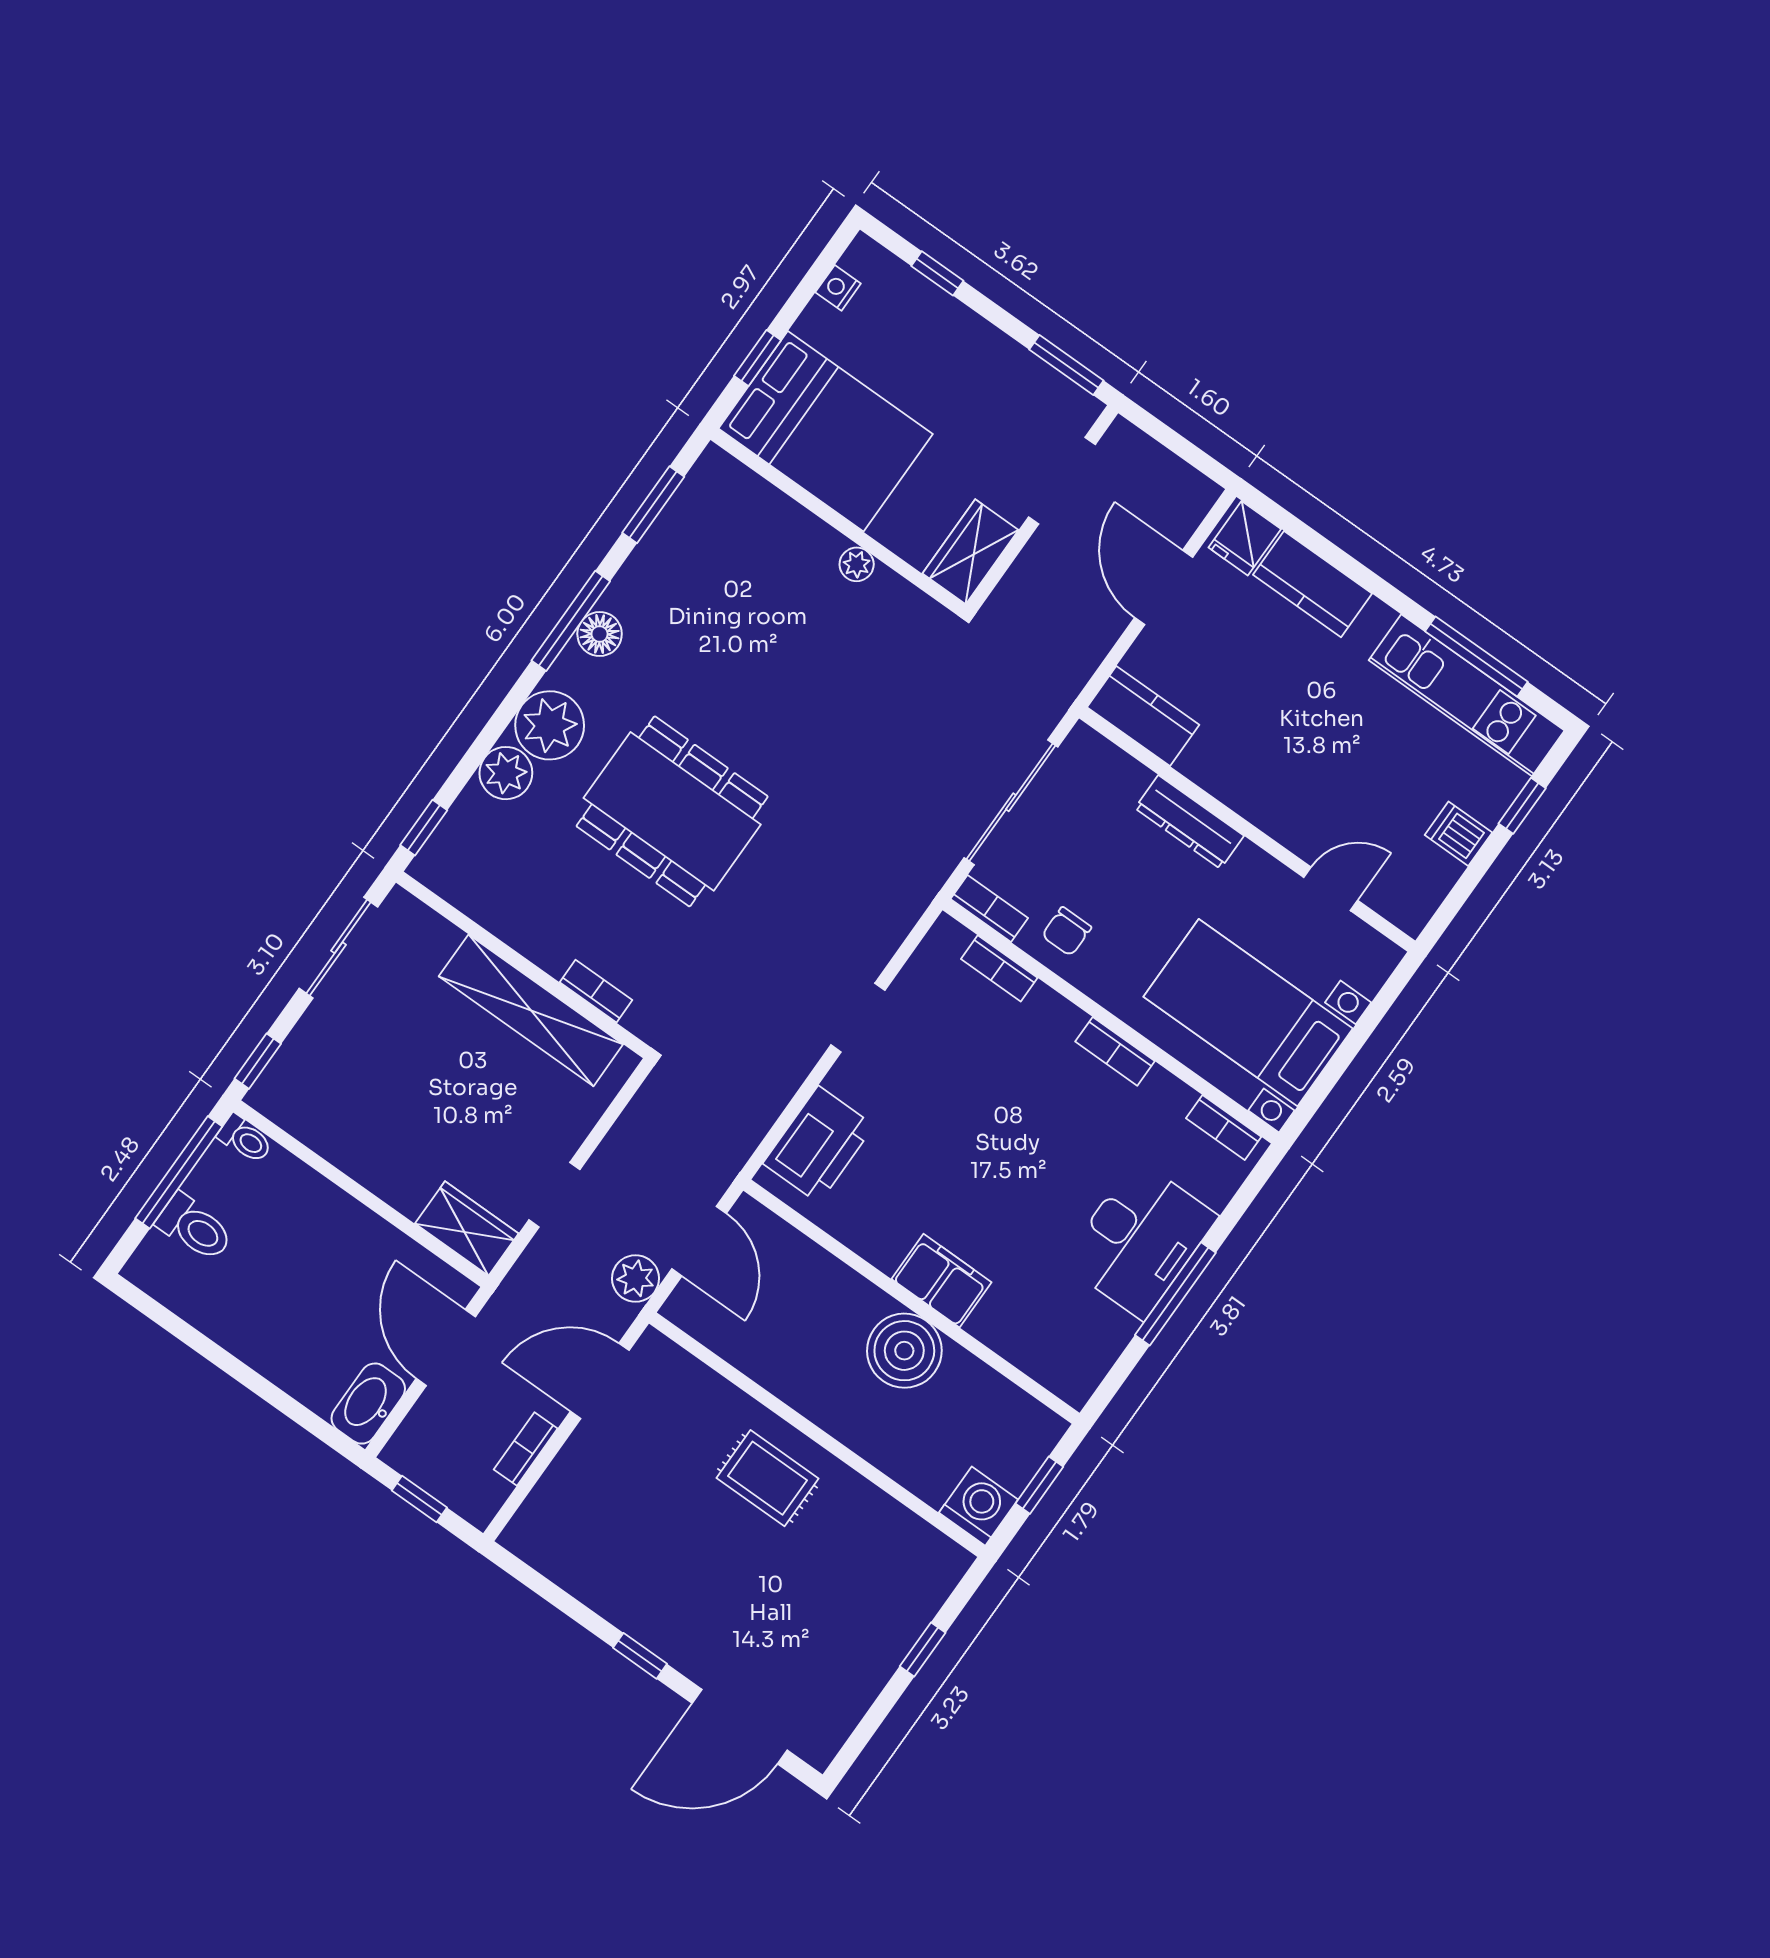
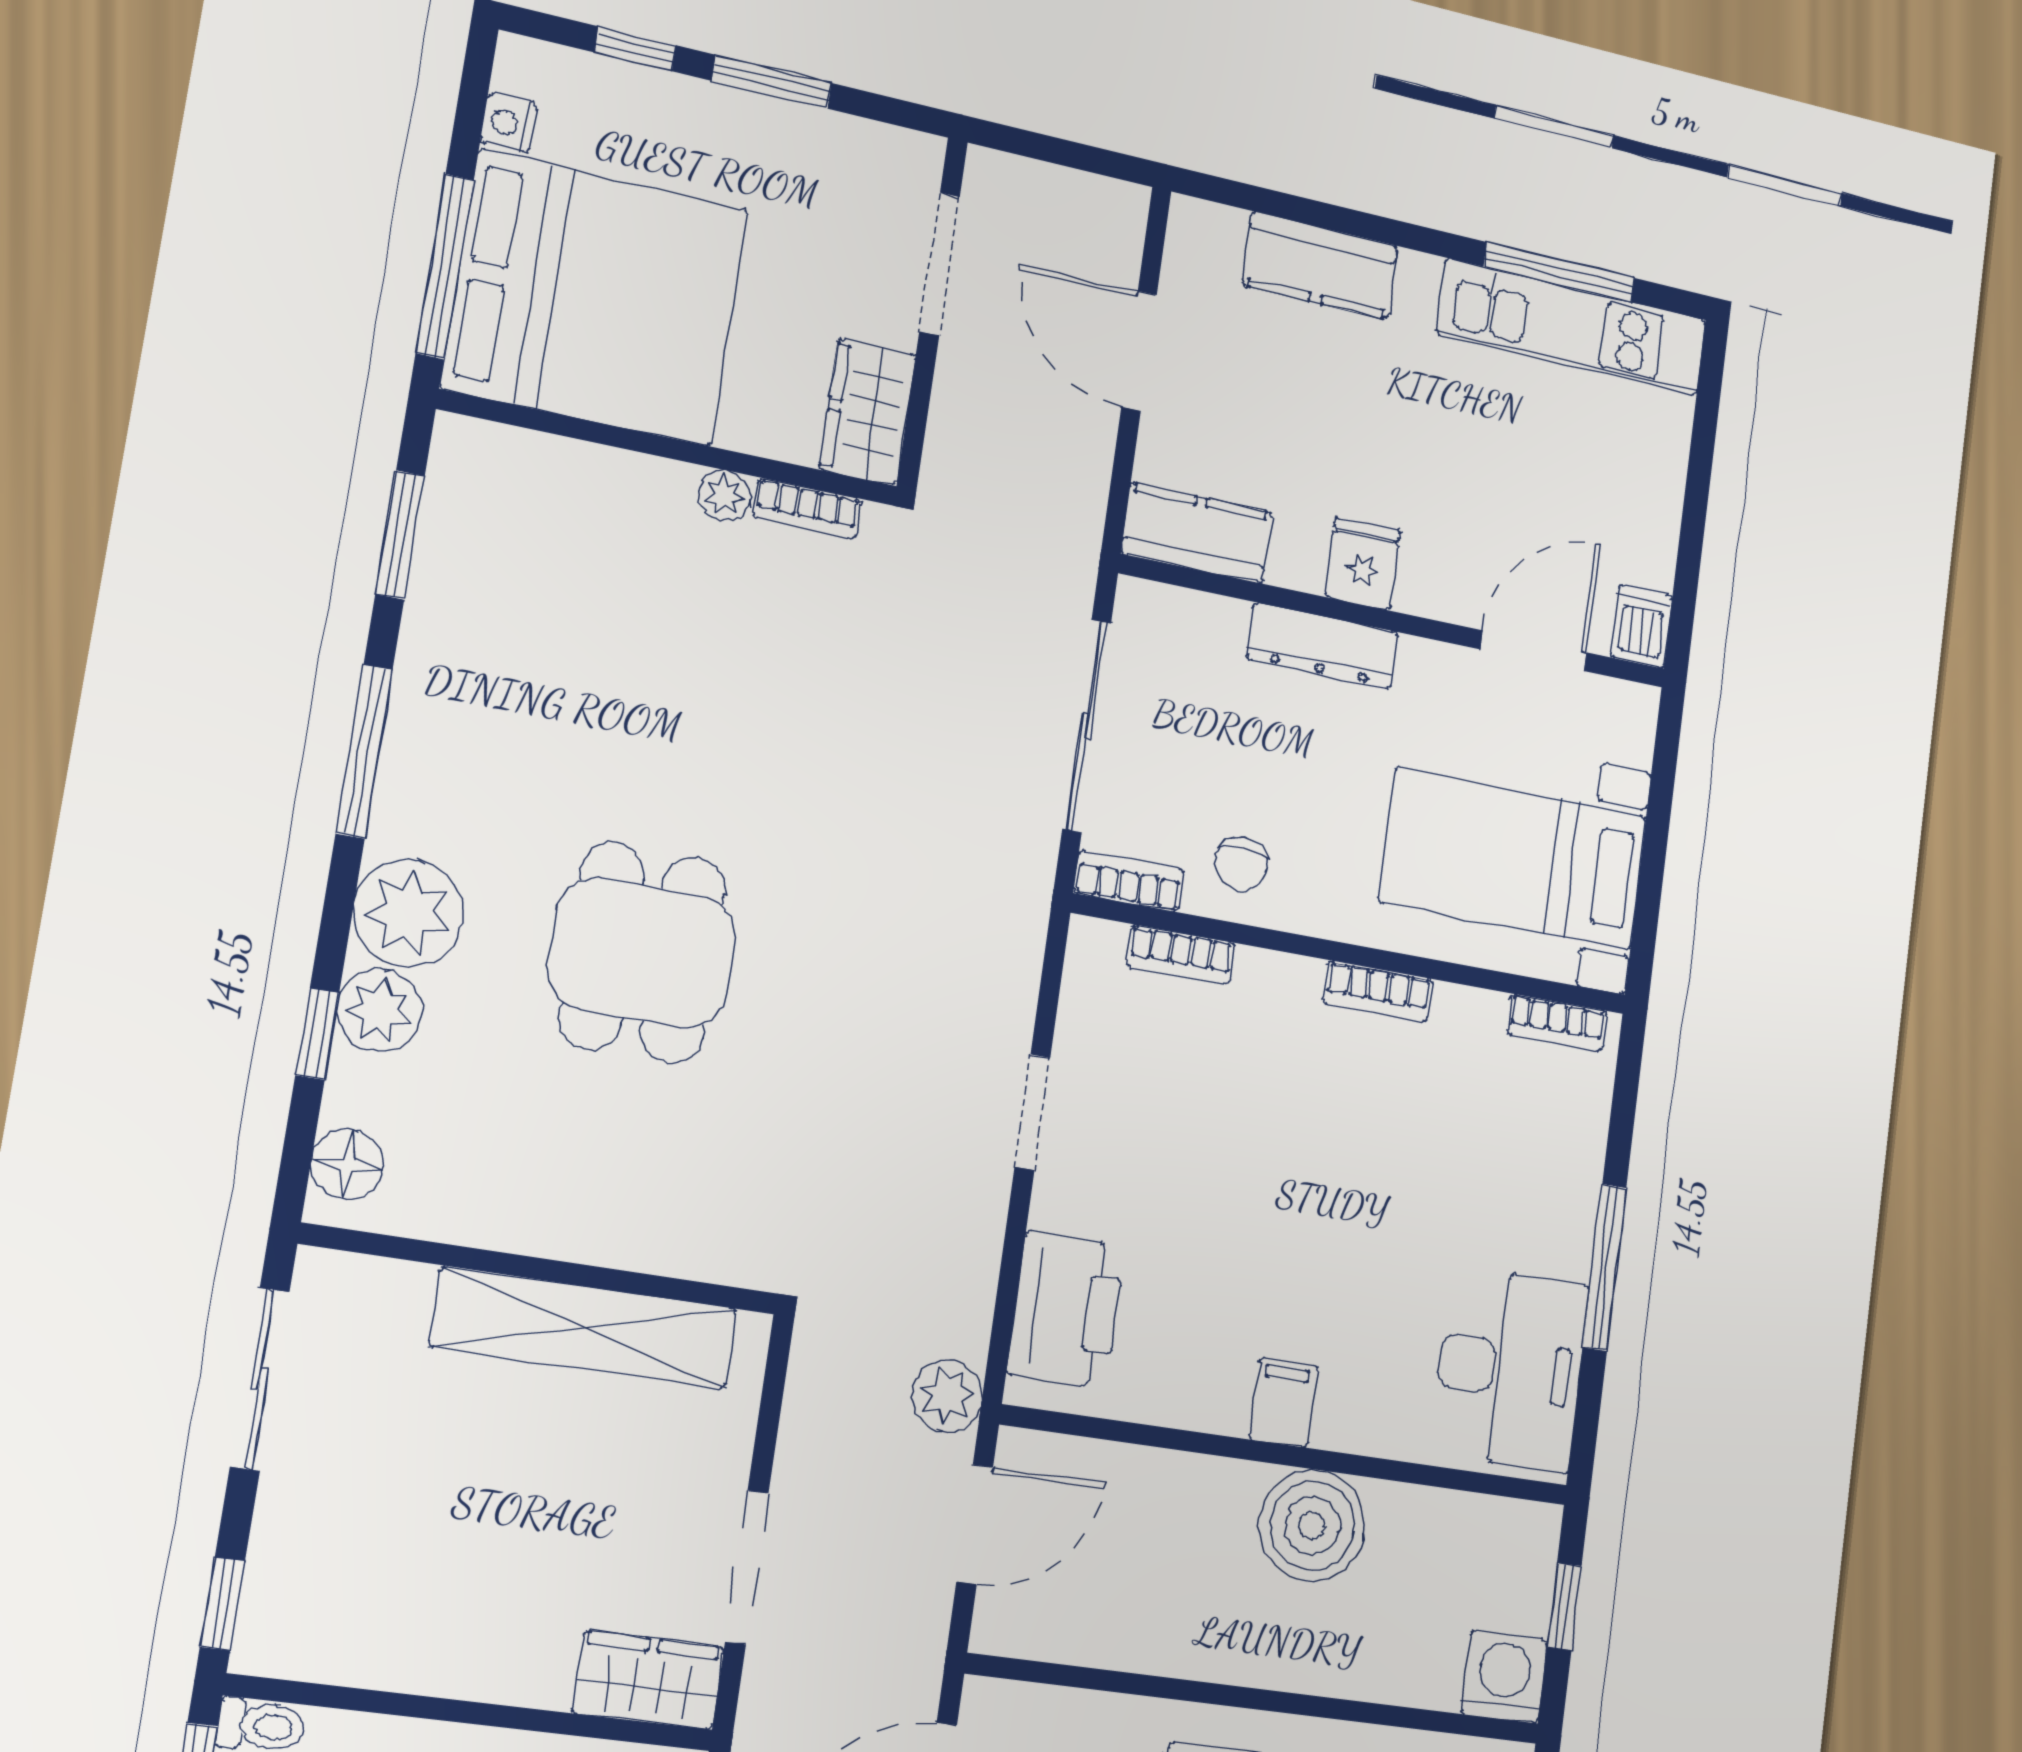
window: (758, 358) -> (445, 266), width x2.17
window: (1066, 365) -> (772, 82), moved
bed: (826, 431) -> (596, 298), width x1.36
fridge: (1245, 538) -> (1363, 564), moved, turned 180
floor lamp: (600, 634) -> (347, 1164), moved
window: (1522, 806) -> (1703, 438), removed
dining table: (672, 811) -> (642, 953), width x0.73
window: (424, 828) -> (317, 1034), moved
dishwasher: (1458, 834) -> (1641, 626), moved, turned 90
door: (1331, 889) -> (1534, 651), width x1.38
bookcase: (596, 991) -> (807, 508), moved, turned 180
doorway: (554, 1195) -> (747, 1567), width x1.38
desk: (1140, 1239) -> (1510, 1369), moved
door: (699, 1241) -> (975, 1525), hinge flipped
plant: (636, 1278) -> (947, 1396), moved
filing cabinet: (941, 1281) -> (1284, 1402), width x0.50

